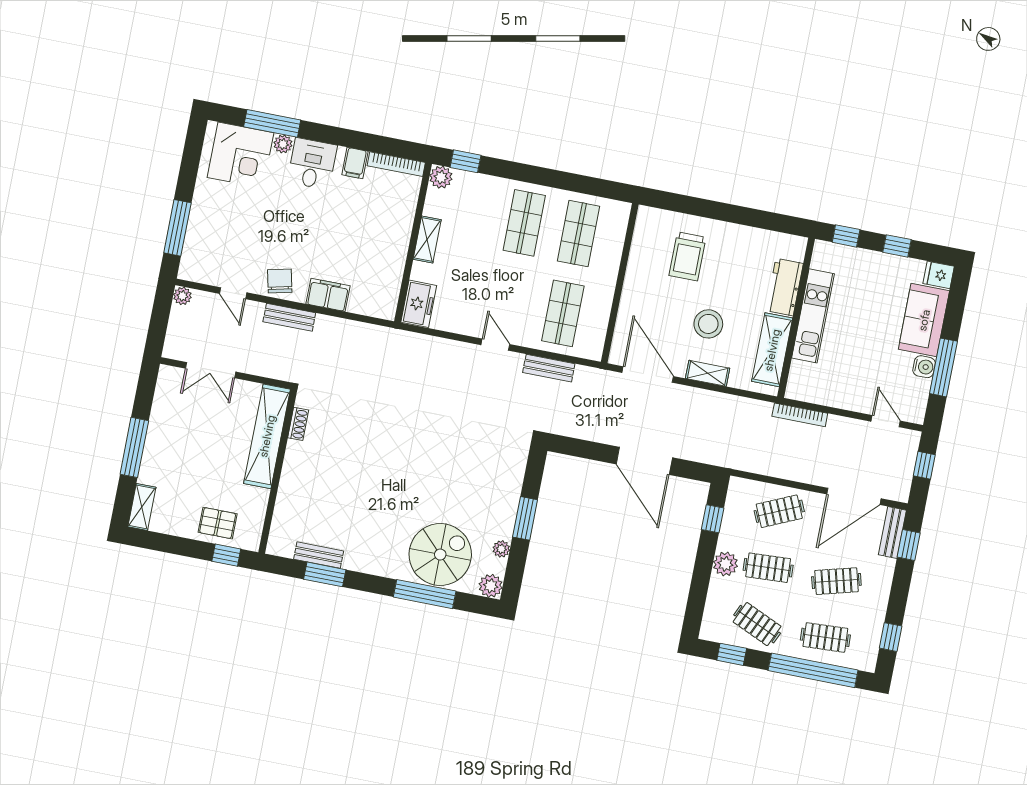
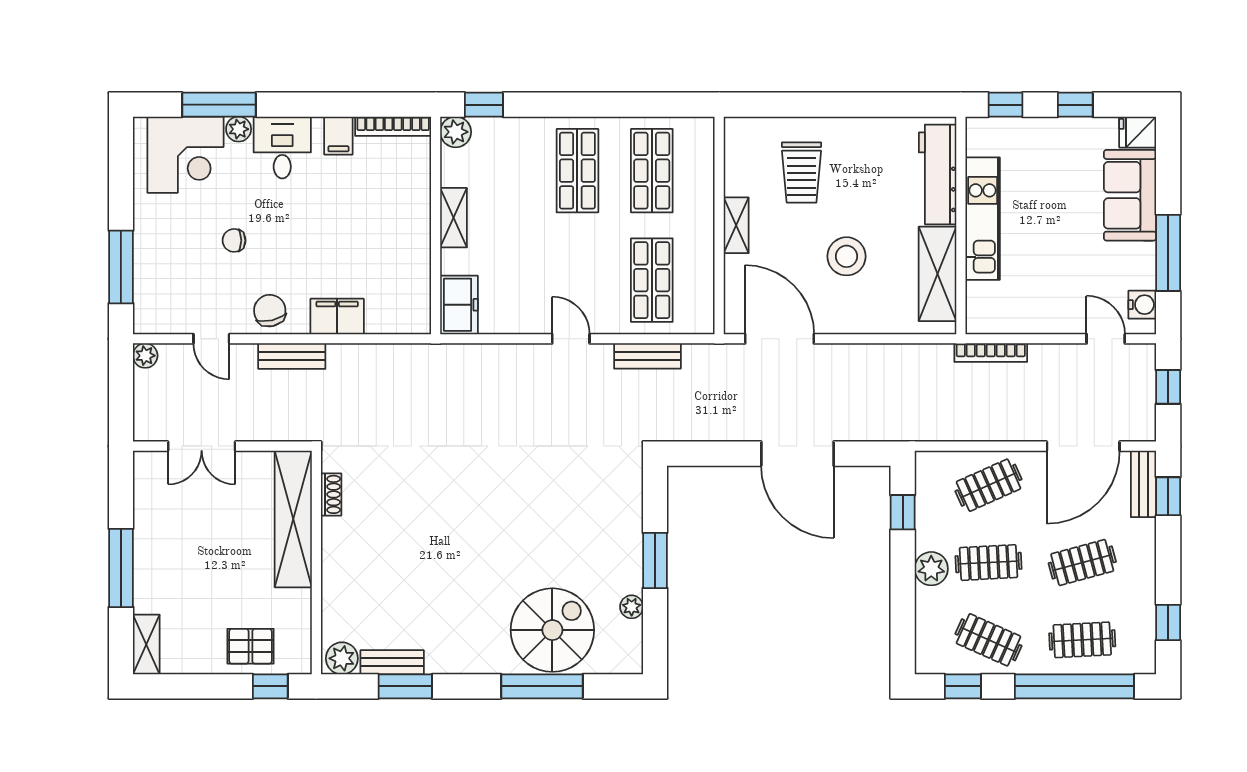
chair: (264, 225) -> (234, 240), added
workbench: (785, 287) -> (938, 174), width x1.38
water cooler: (924, 367) -> (1142, 305), moved
shelving: (708, 373) -> (736, 225), moved, turned 90
plant: (491, 586) -> (342, 658), moved

